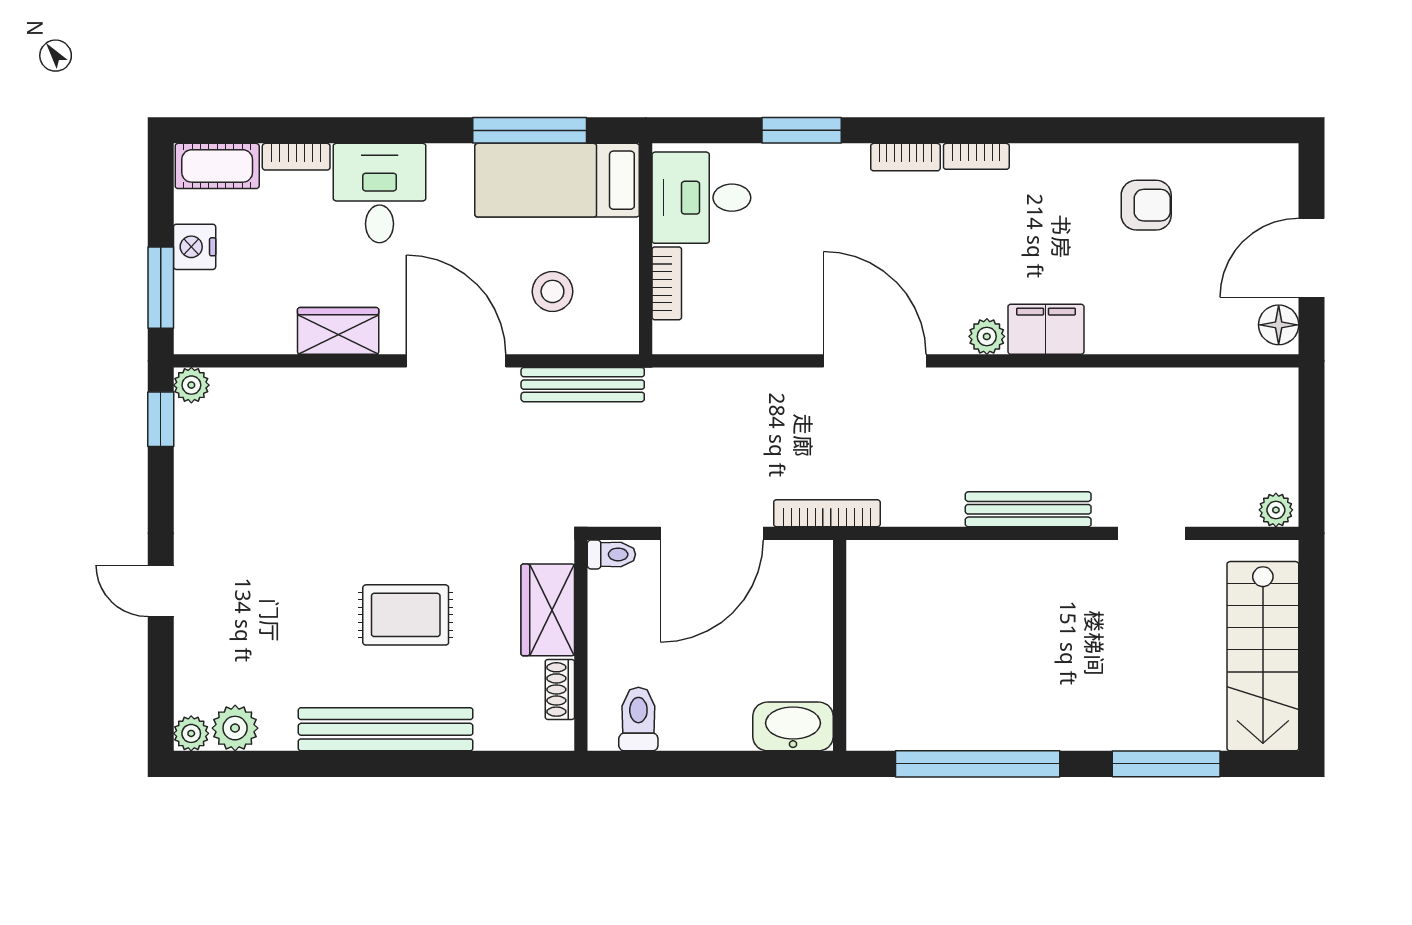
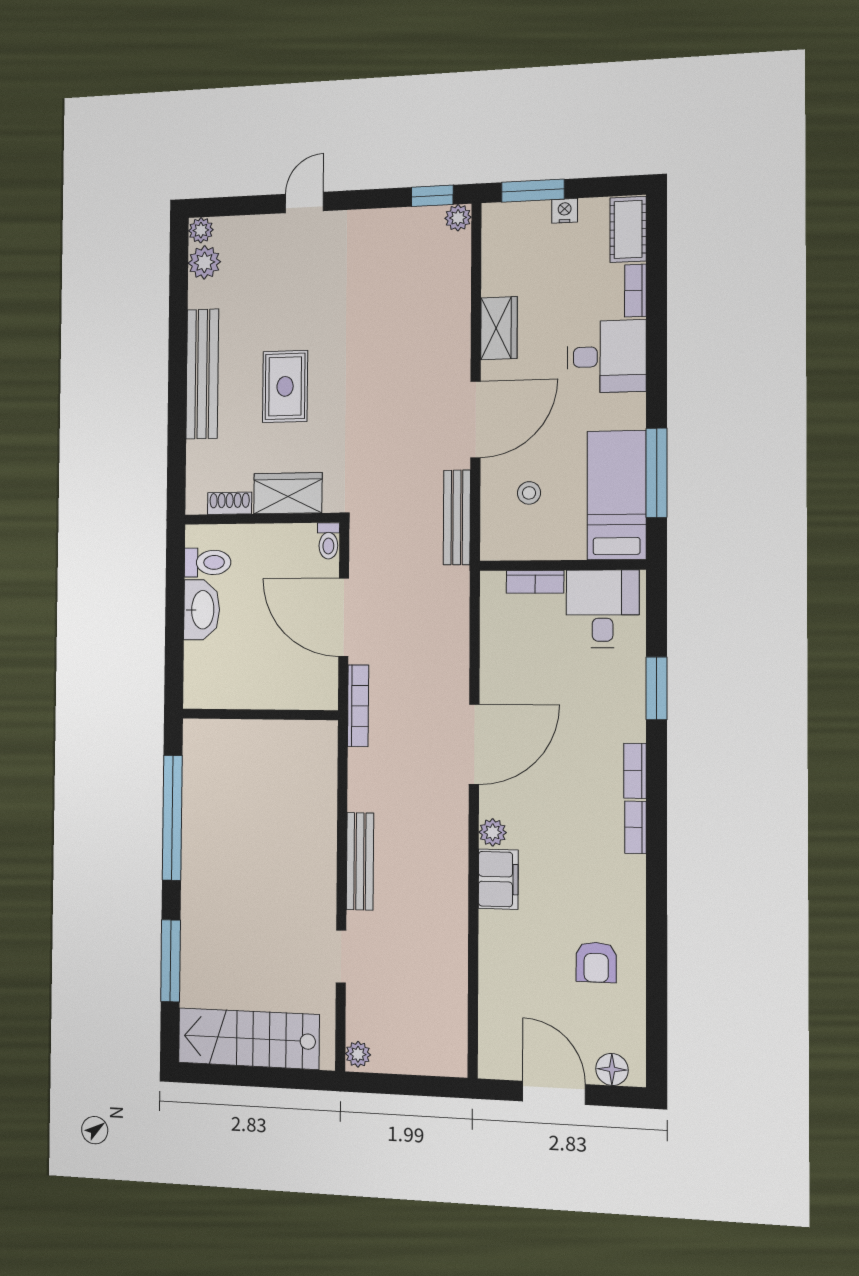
nightstand: (195, 247) -> (565, 211), width x0.72, depth x0.74
stool: (552, 291) -> (529, 493), width x0.73, depth x0.73
floor lamp: (1279, 325) -> (612, 1069), moved
washbasin: (793, 726) -> (202, 610), moved

